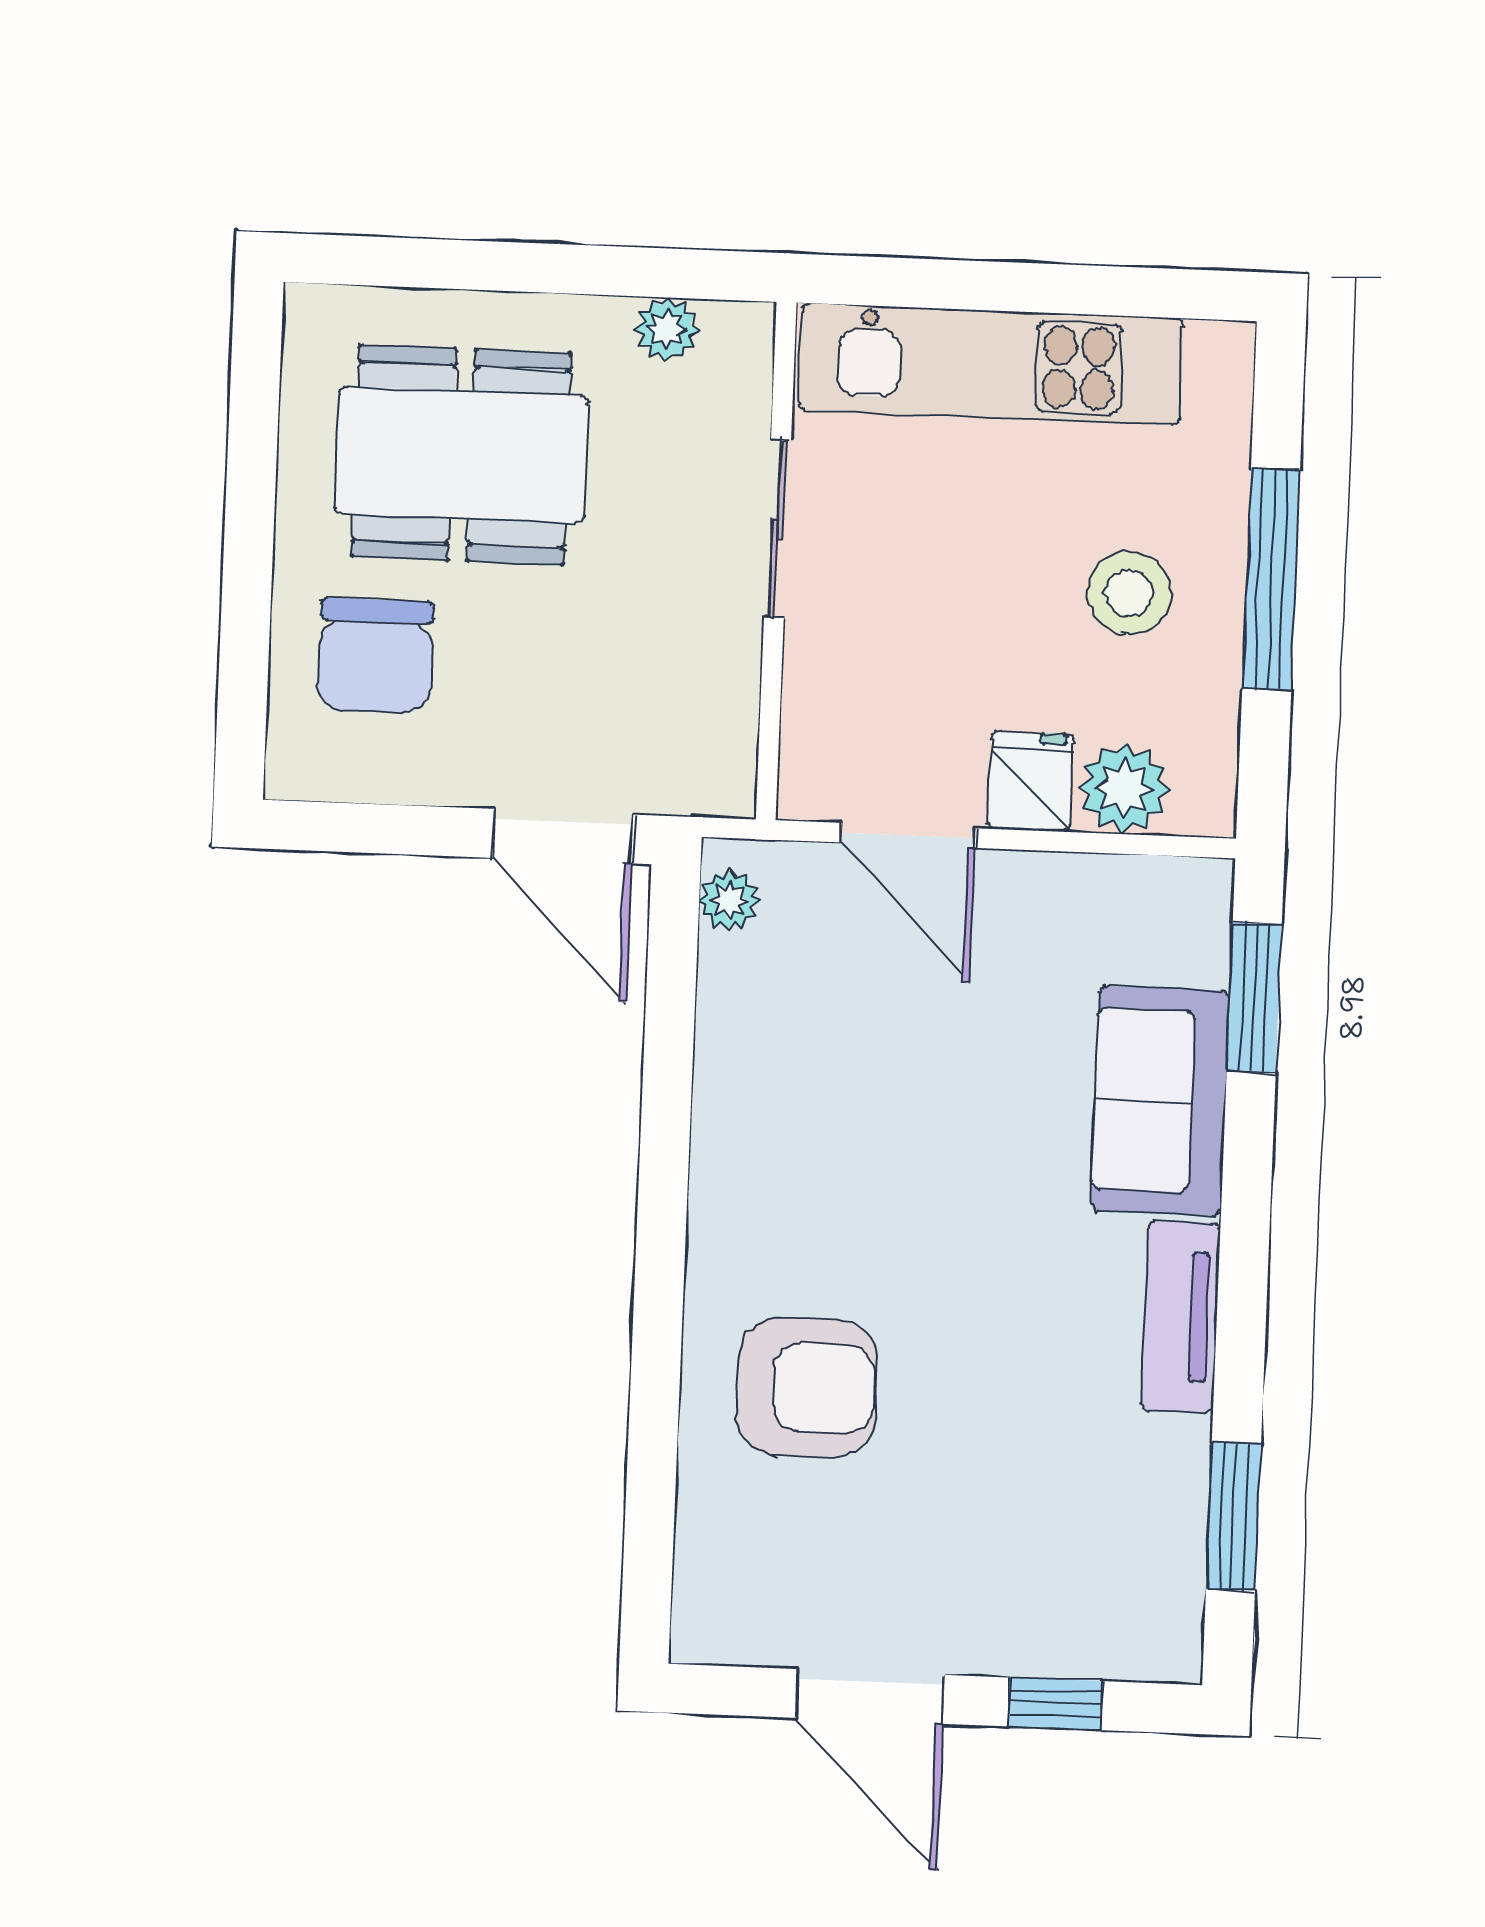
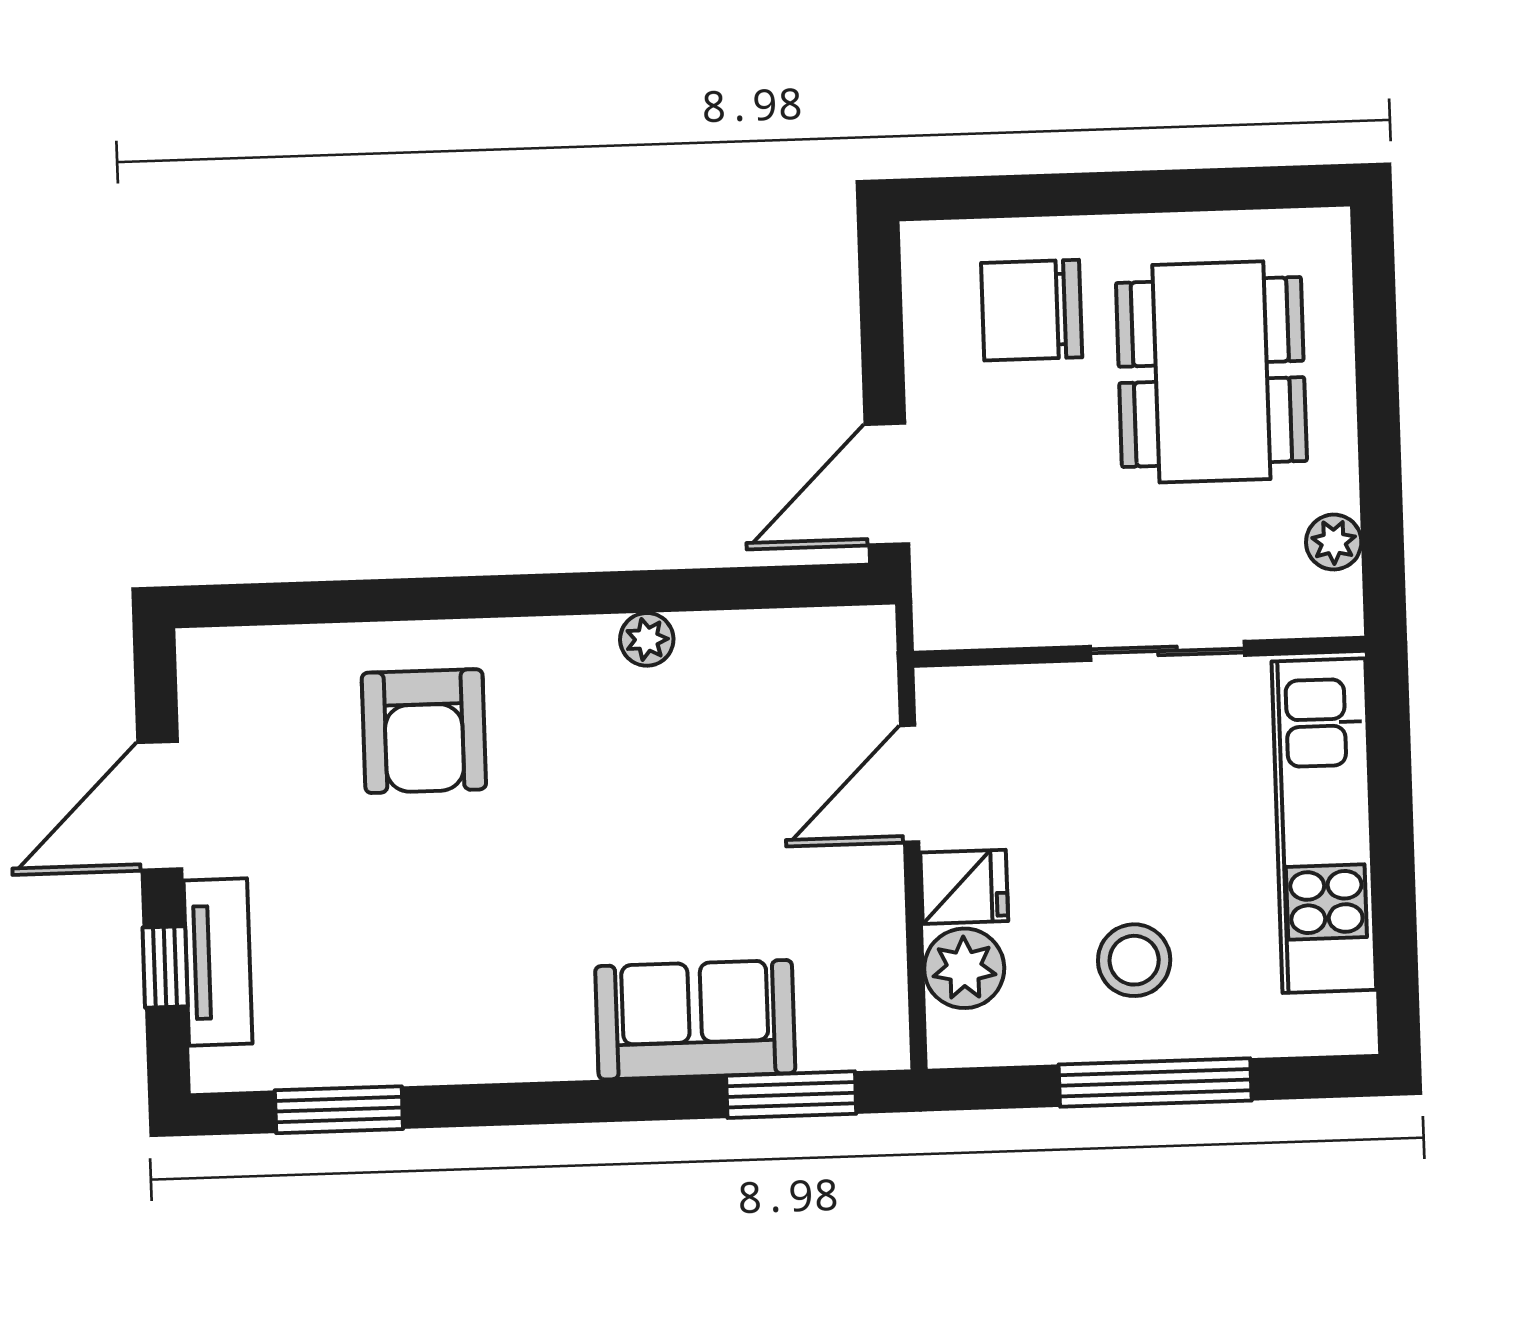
plant: (729, 900) -> (647, 639), moved
tv unit: (1181, 1316) -> (218, 962), moved, turned 90

